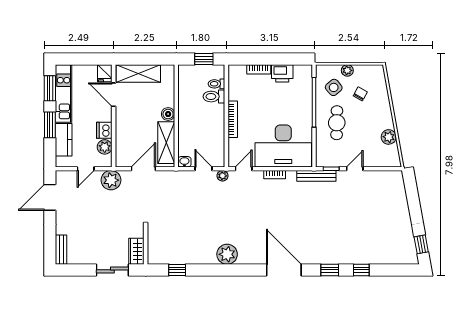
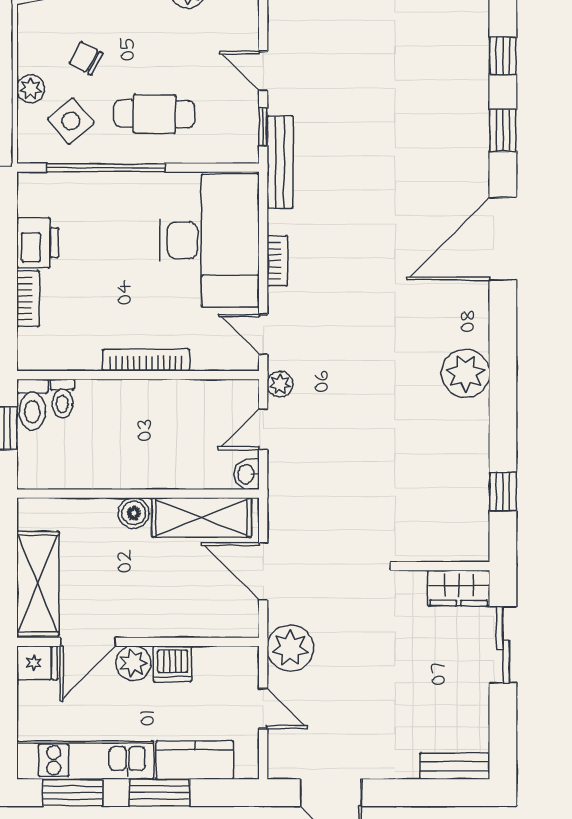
toilet: (214, 97) -> (32, 404), moved
plant: (105, 147) -> (133, 663), moved

